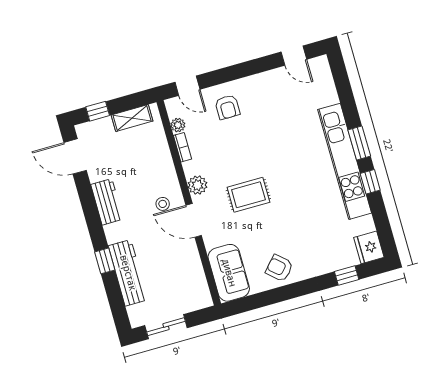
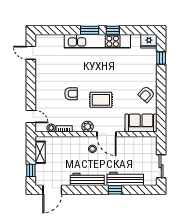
door: (294, 56) -> (31, 53), swing flipped
door: (187, 86) -> (31, 117), hinge flipped
armchair: (227, 107) -> (71, 94), moved
rug: (248, 195) -> (101, 100), turned 90
workbench: (107, 202) -> (87, 179), width x1.37
door: (194, 220) -> (106, 134), hinge flipped

